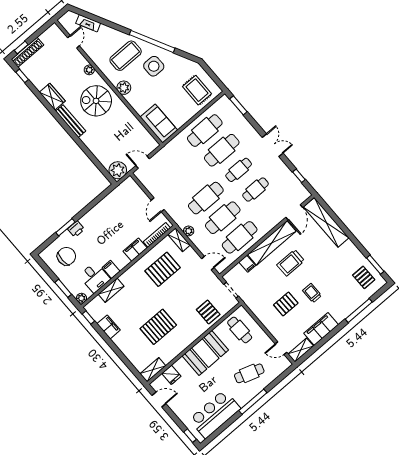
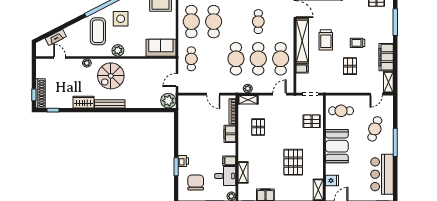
cafe table: (239, 170) -> (191, 59), moved
pallet: (163, 269) -> (258, 127), width x0.67, depth x0.71

